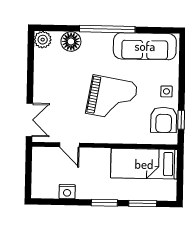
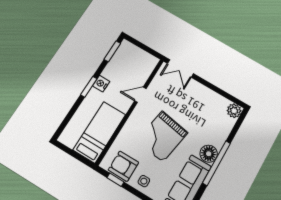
floor lamp: (71, 41) -> (209, 154), moved
door: (69, 145) -> (140, 95), moved
nightstand: (67, 192) -> (101, 84), moved
window: (143, 203) -> (112, 51), moved

